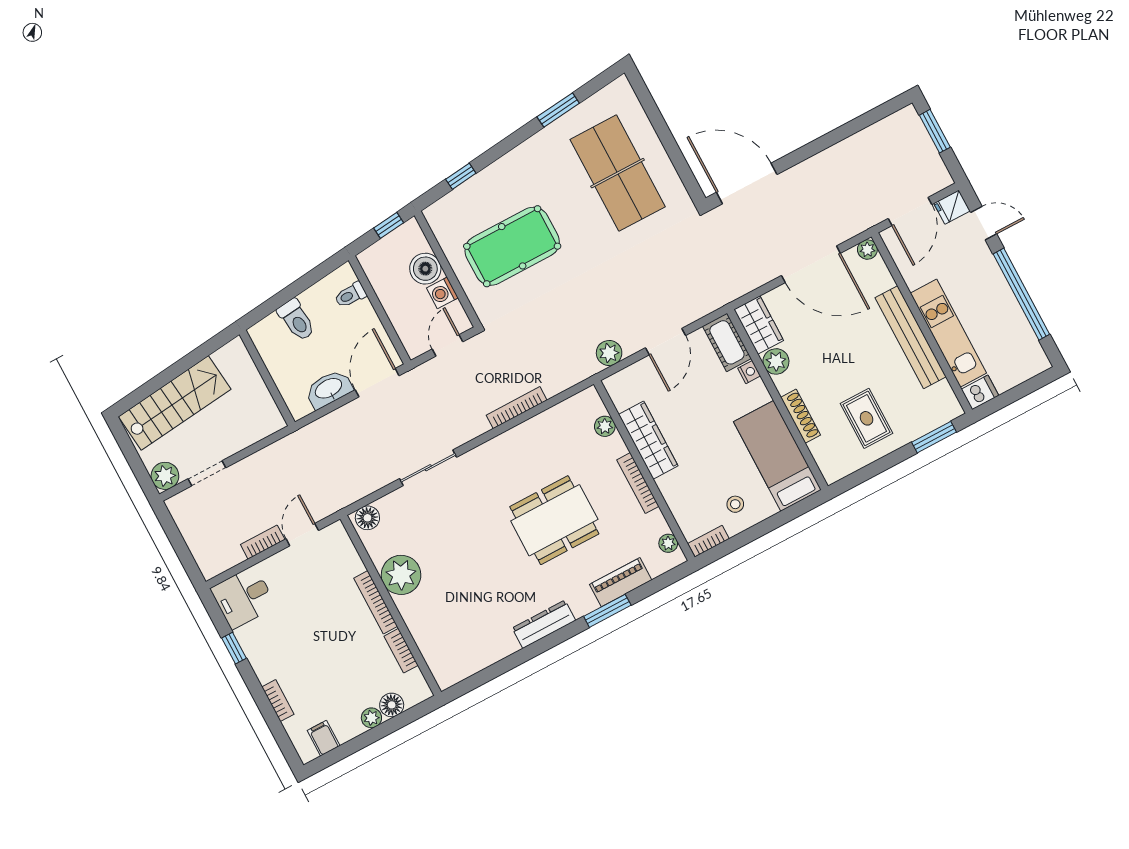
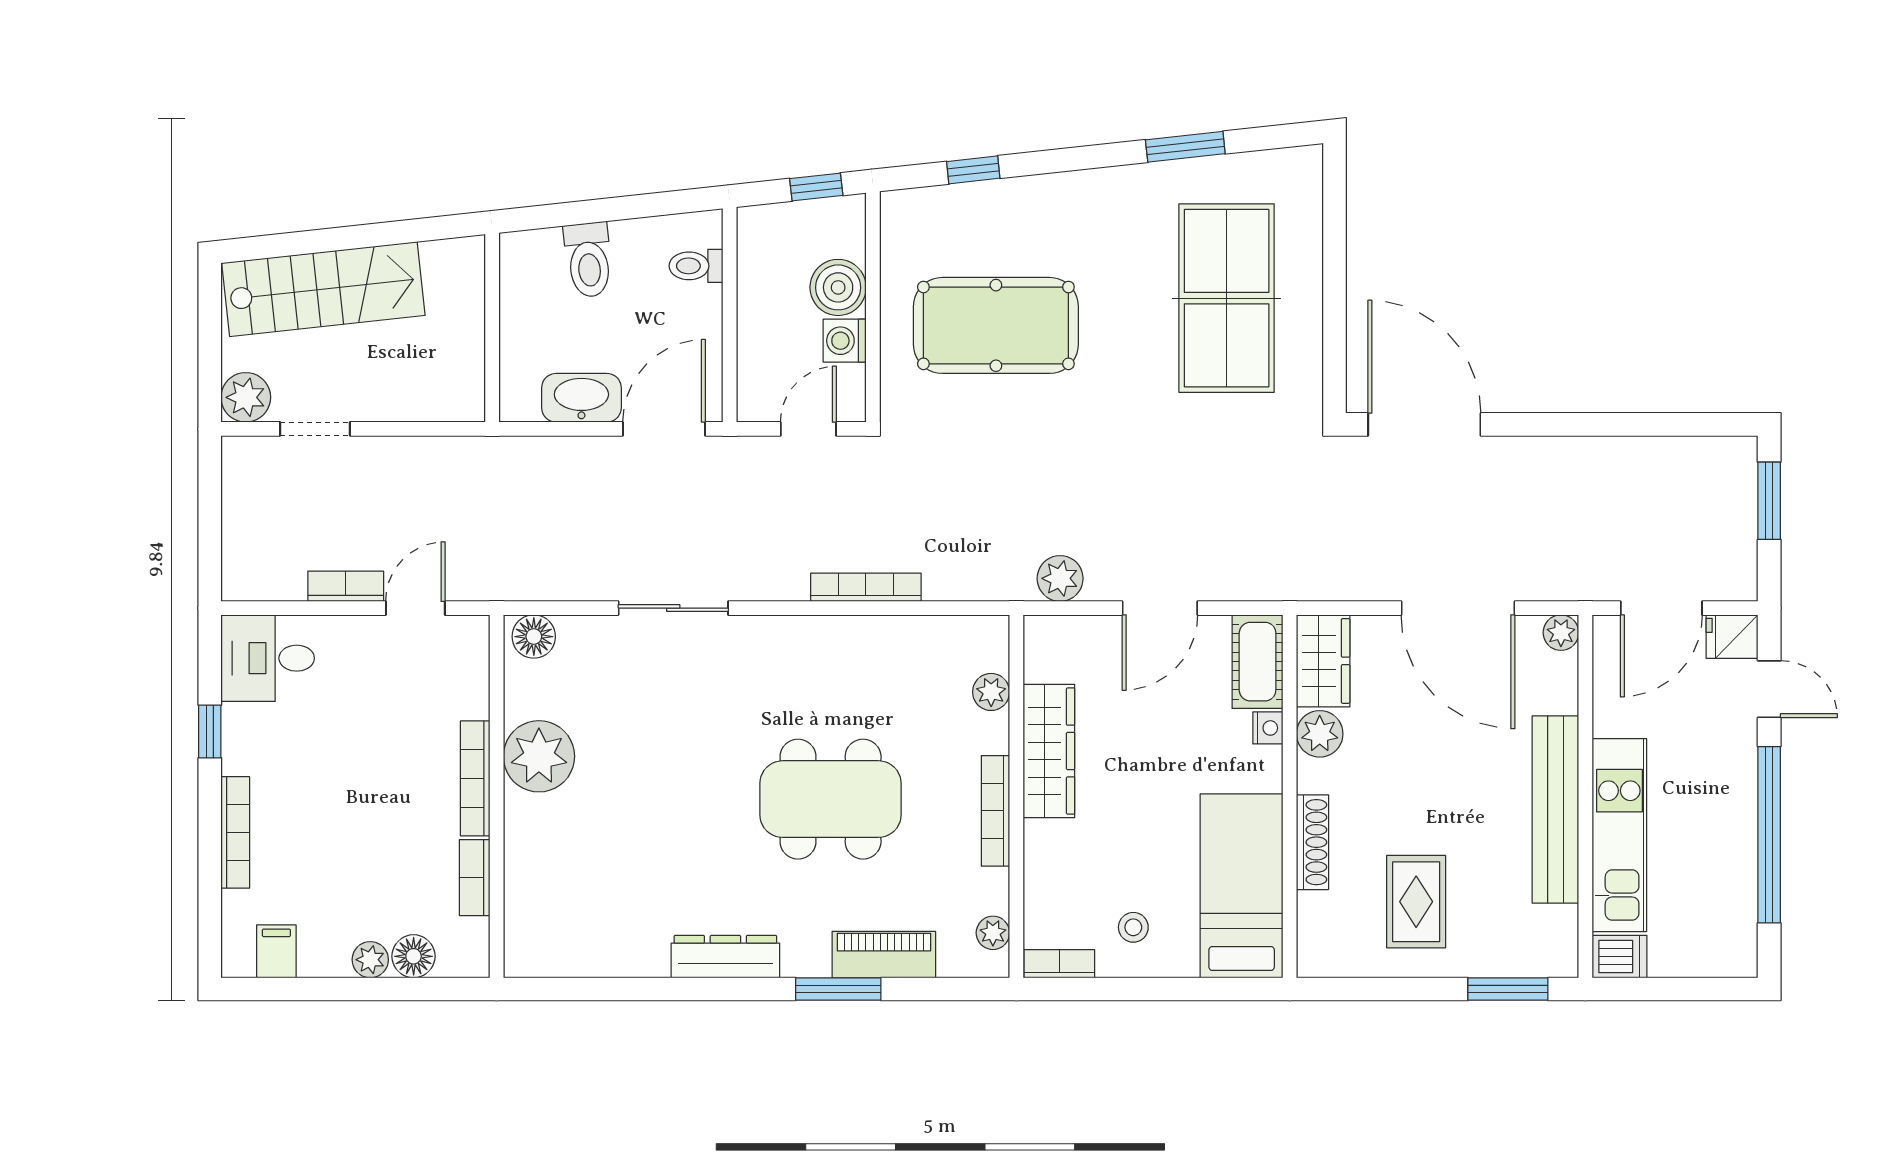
bookcase: (278, 701) -> (235, 832), width x1.56

